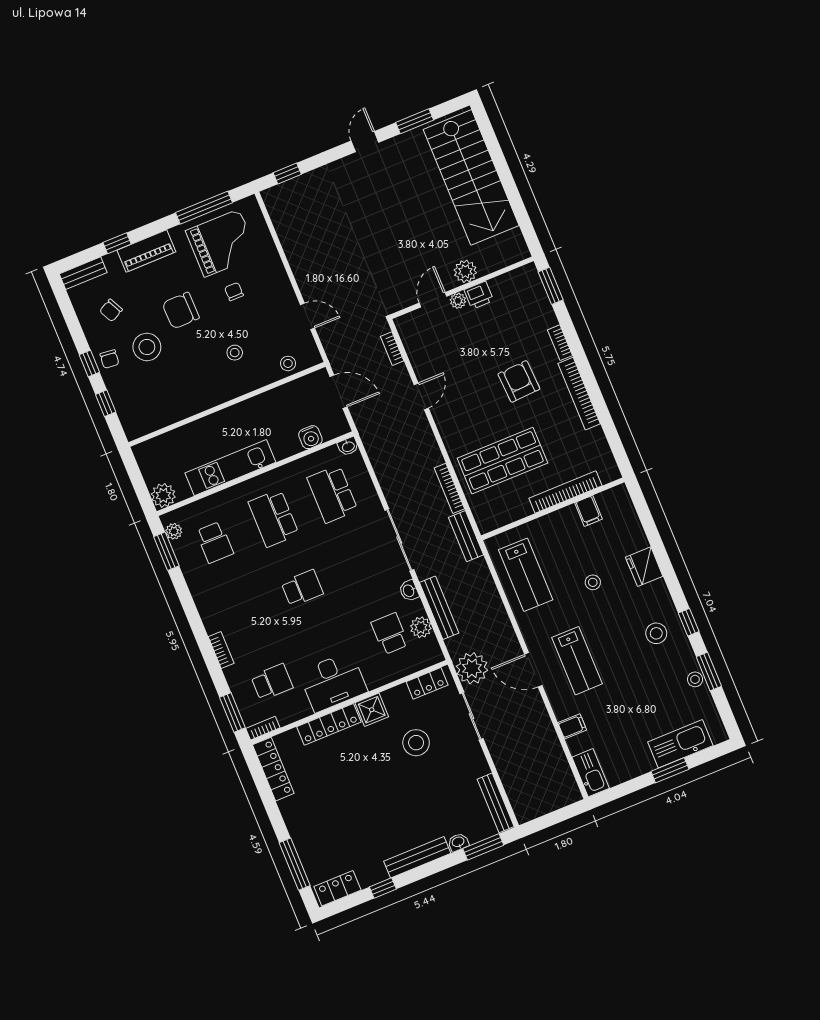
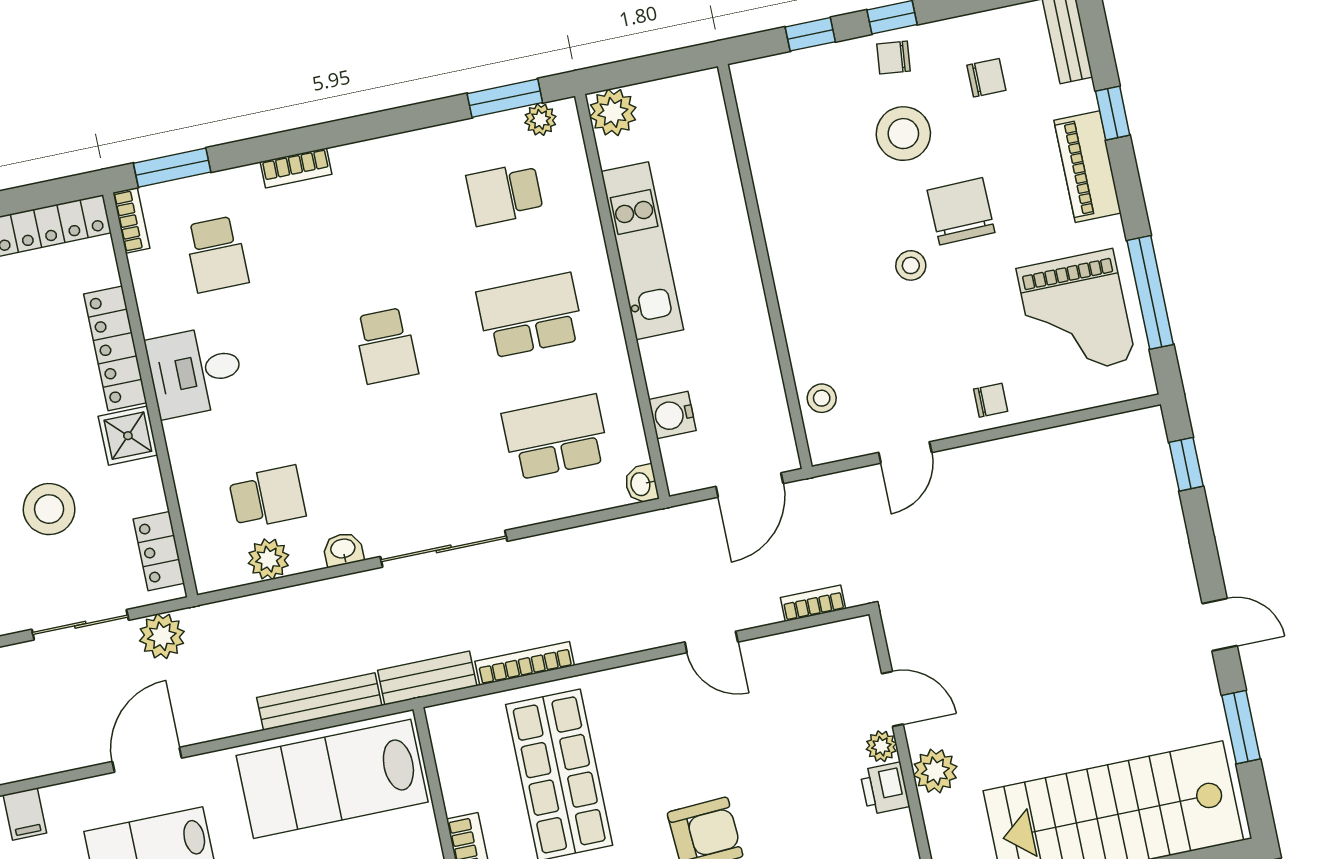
chair: (234, 292) -> (991, 400), moved
chair: (111, 310) -> (986, 78), turned 117
stool: (235, 353) -> (911, 265), moved
lab bench: (526, 575) -> (332, 779), width x1.36, depth x1.39
bench: (439, 608) -> (319, 702), moved
plant: (472, 668) -> (162, 636), width x0.73, depth x0.73
desk: (333, 682) -> (195, 371), width x0.73

